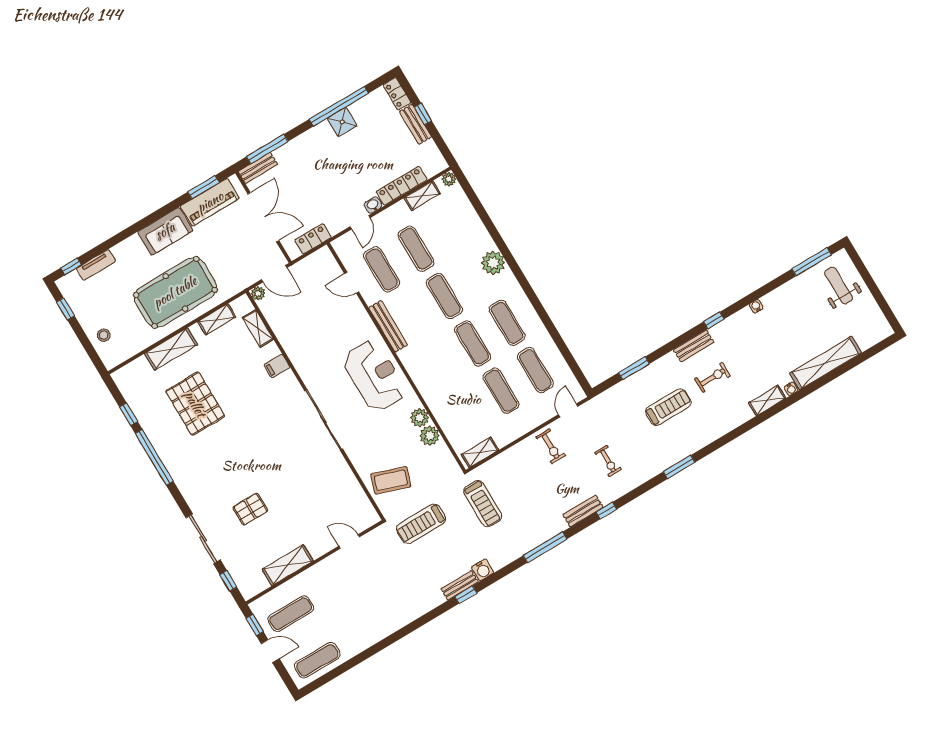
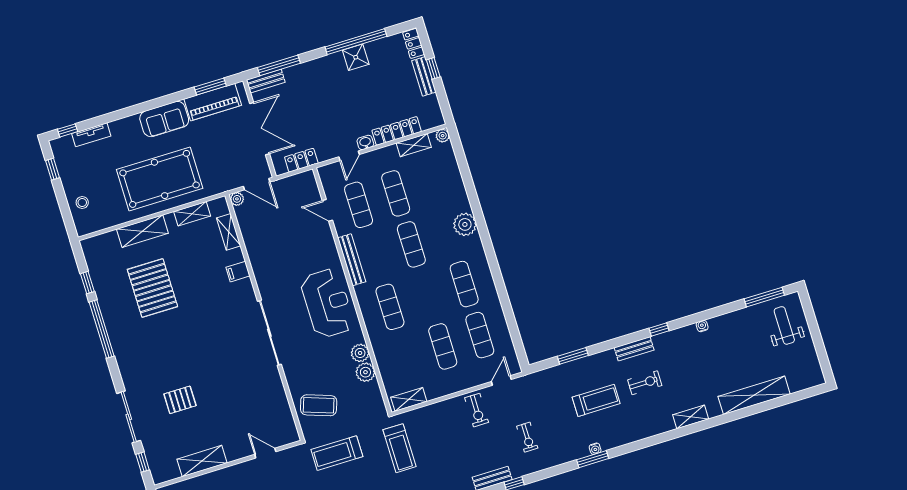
exercise mat: (473, 343) -> (390, 307), moved
water cooler: (791, 389) -> (595, 449), moved

